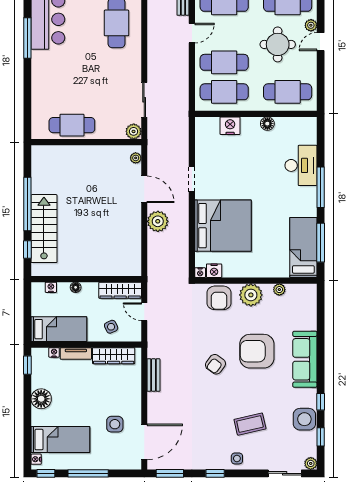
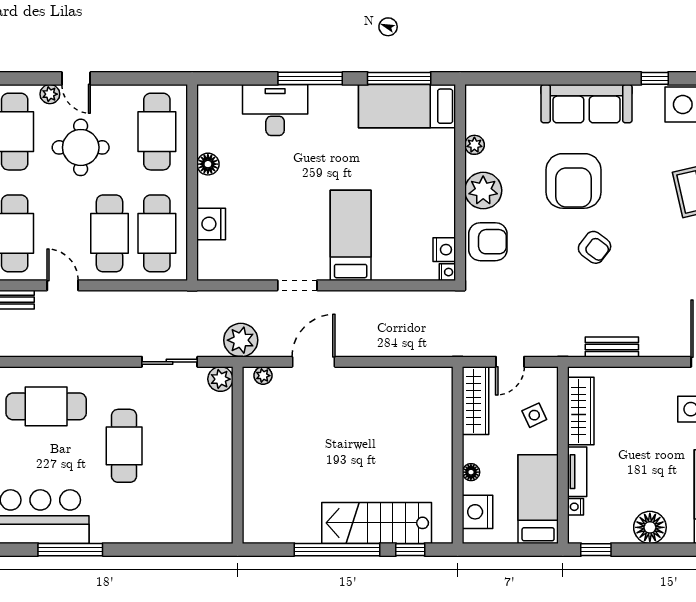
cafe table: (72, 125) -> (124, 446), moved
plant: (158, 221) -> (241, 340), moved
bed: (223, 226) -> (351, 235), width x0.49
nightstand: (51, 287) -> (478, 512), width x1.89, depth x1.79

